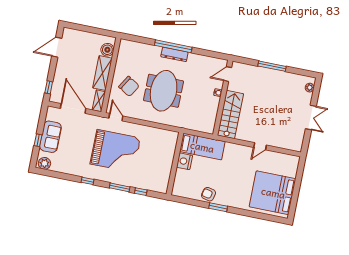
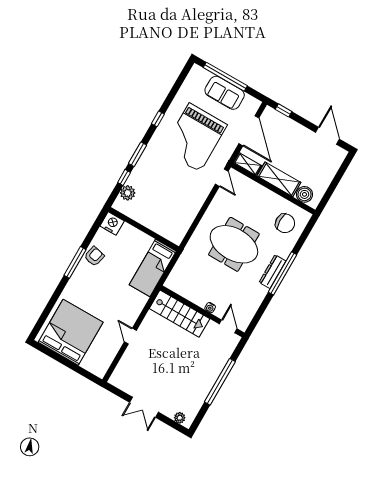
window: (272, 66) -> (220, 382), width x1.46
chair: (129, 86) -> (285, 223), moved, turned -121
door: (73, 109) -> (249, 131), hinge flipped
door: (116, 117) -> (222, 178), hinge flipped
window: (38, 140) -> (225, 77), width x3.17
grand piano: (115, 151) -> (195, 137), moved
nightstand: (184, 161) -> (112, 223), moved
plant: (44, 163) -> (128, 193), moved
window: (218, 207) -> (75, 262), width x1.44

